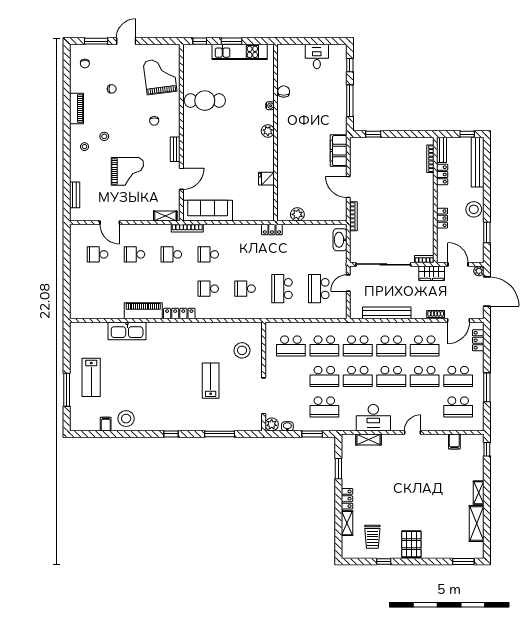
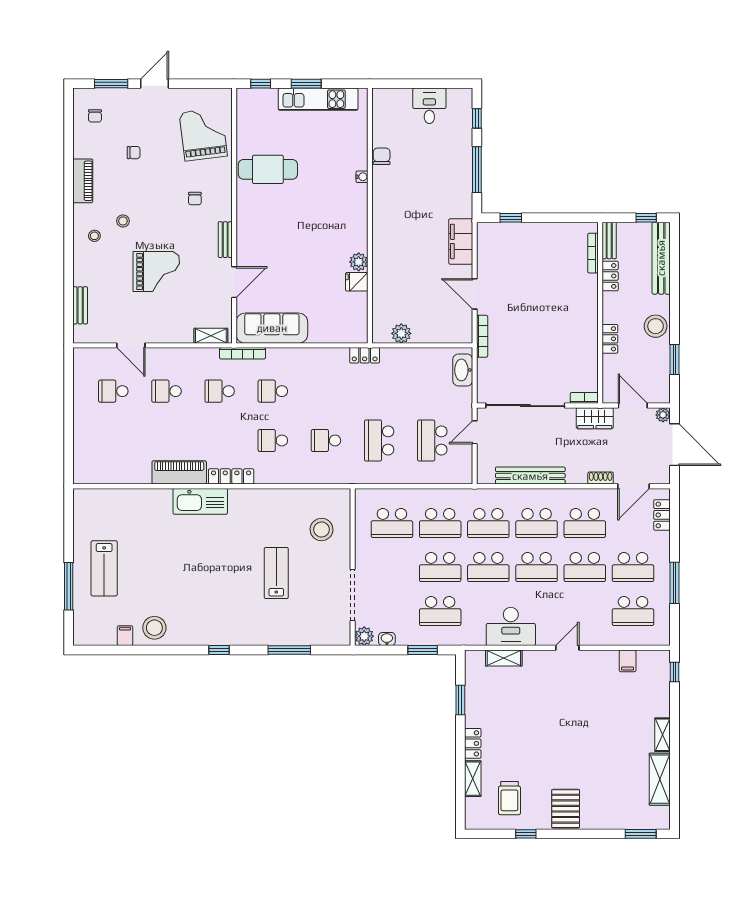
plant: (268, 131) -> (359, 262), moved
kitchen sink: (127, 331) -> (200, 501), moved

